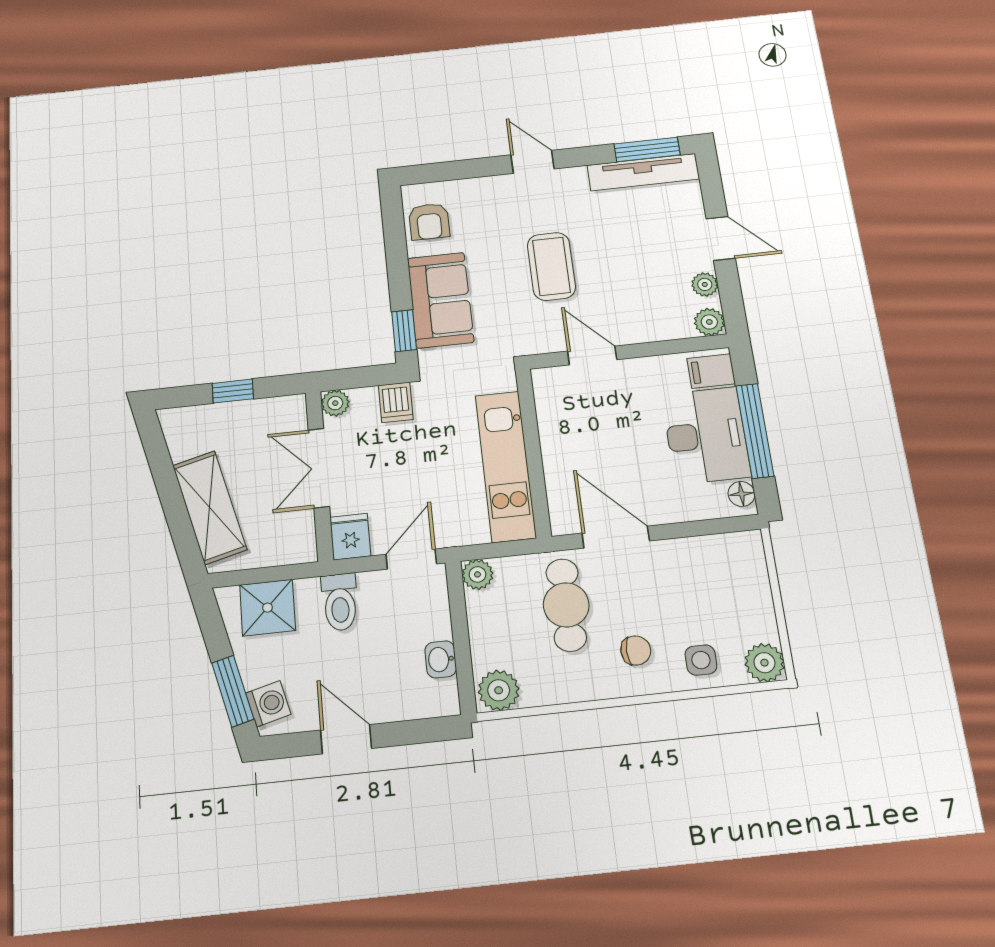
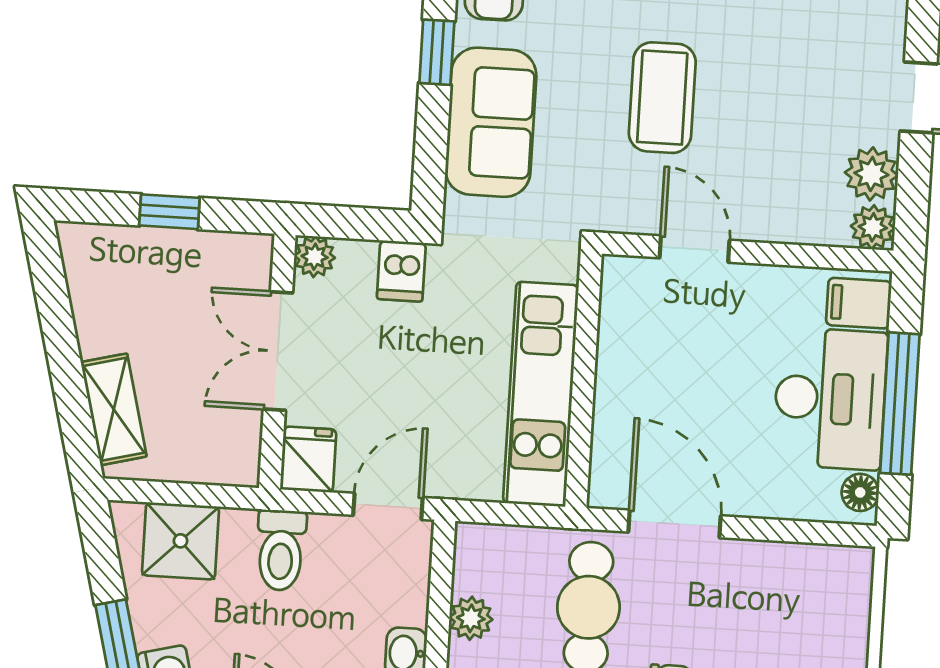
plant: (705, 284) -> (871, 174), width x1.38, depth x1.38
window: (404, 331) -> (437, 52), moved
shelving: (209, 507) -> (114, 409), width x0.67, depth x0.75
plant: (478, 574) -> (471, 618), moved

